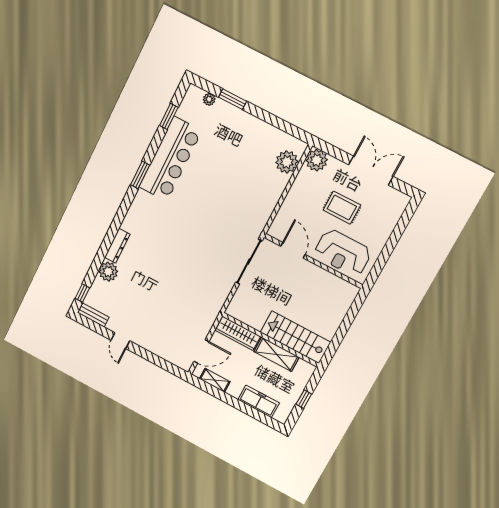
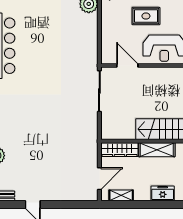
freezer: (259, 401) -> (163, 193), width x0.71

